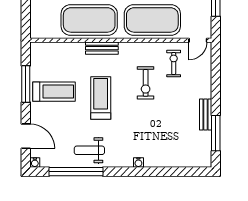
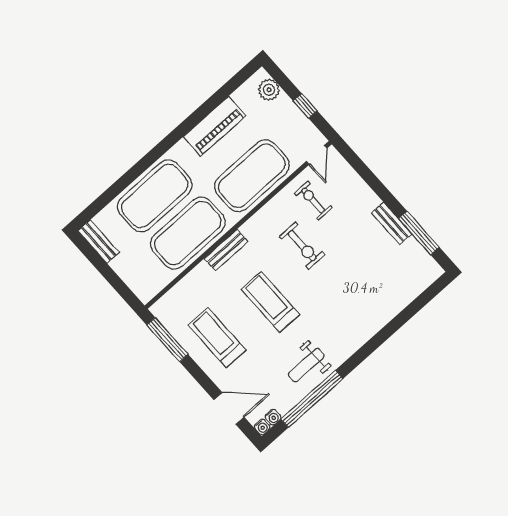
window: (26, 84) -> (167, 340), moved
treadmill: (54, 92) -> (217, 338), turned -90
water cooler: (138, 162) -> (273, 417), moved

